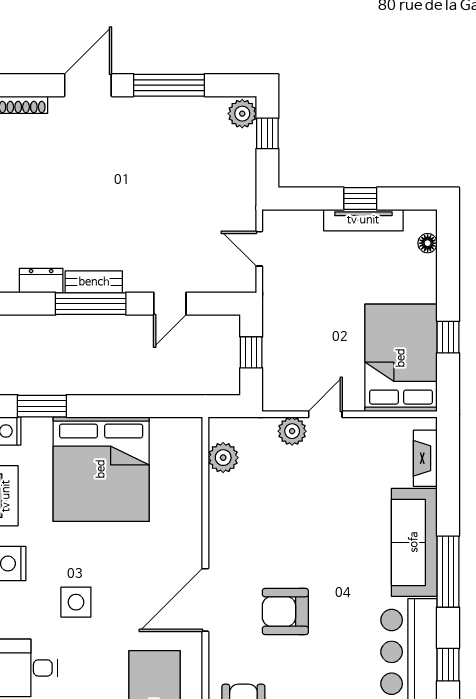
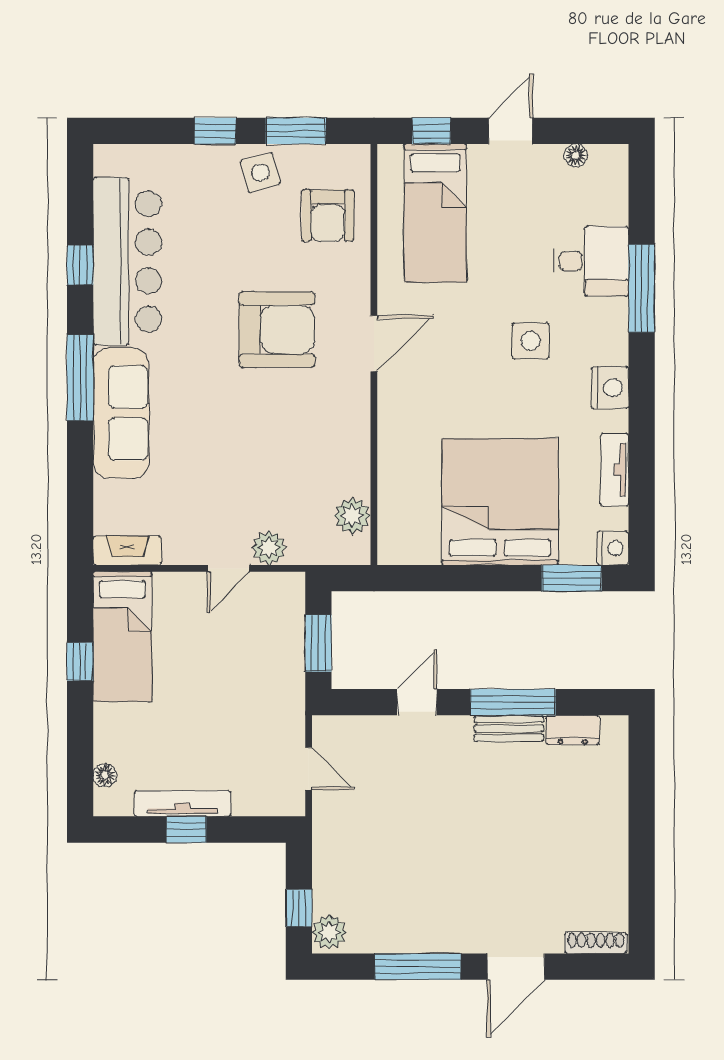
window: (251, 352) -> (318, 643), width x1.50
bed: (401, 358) -> (122, 637), width x0.67
fireplace: (425, 458) -> (127, 551), moved, turned -90
door: (205, 600) -> (374, 344), width x0.73
armchair: (285, 612) -> (277, 330), width x1.36, depth x1.36

